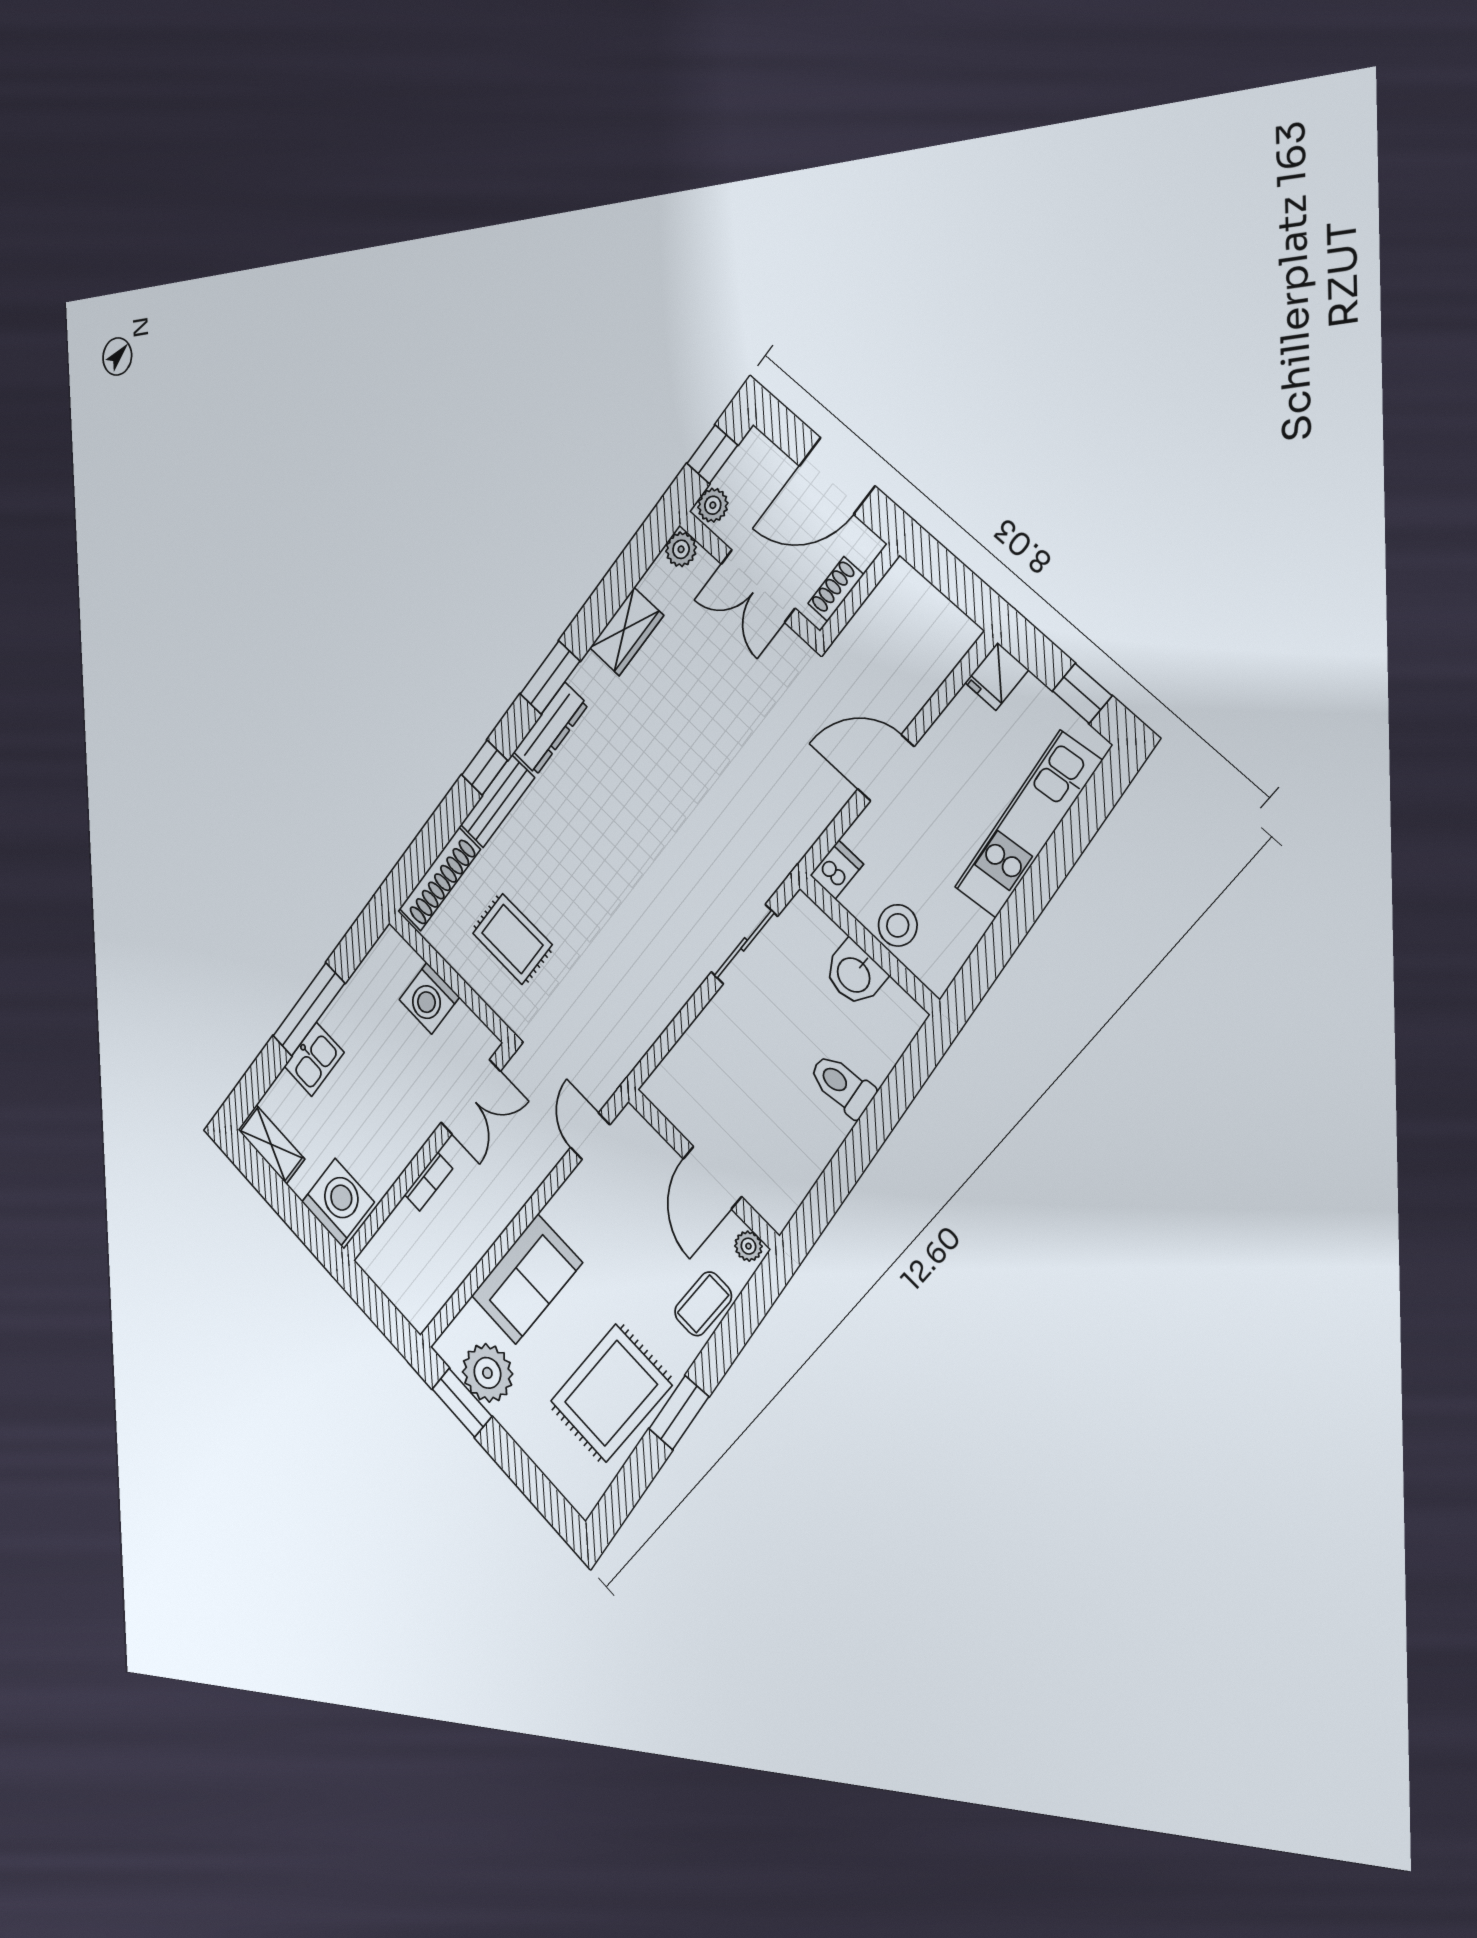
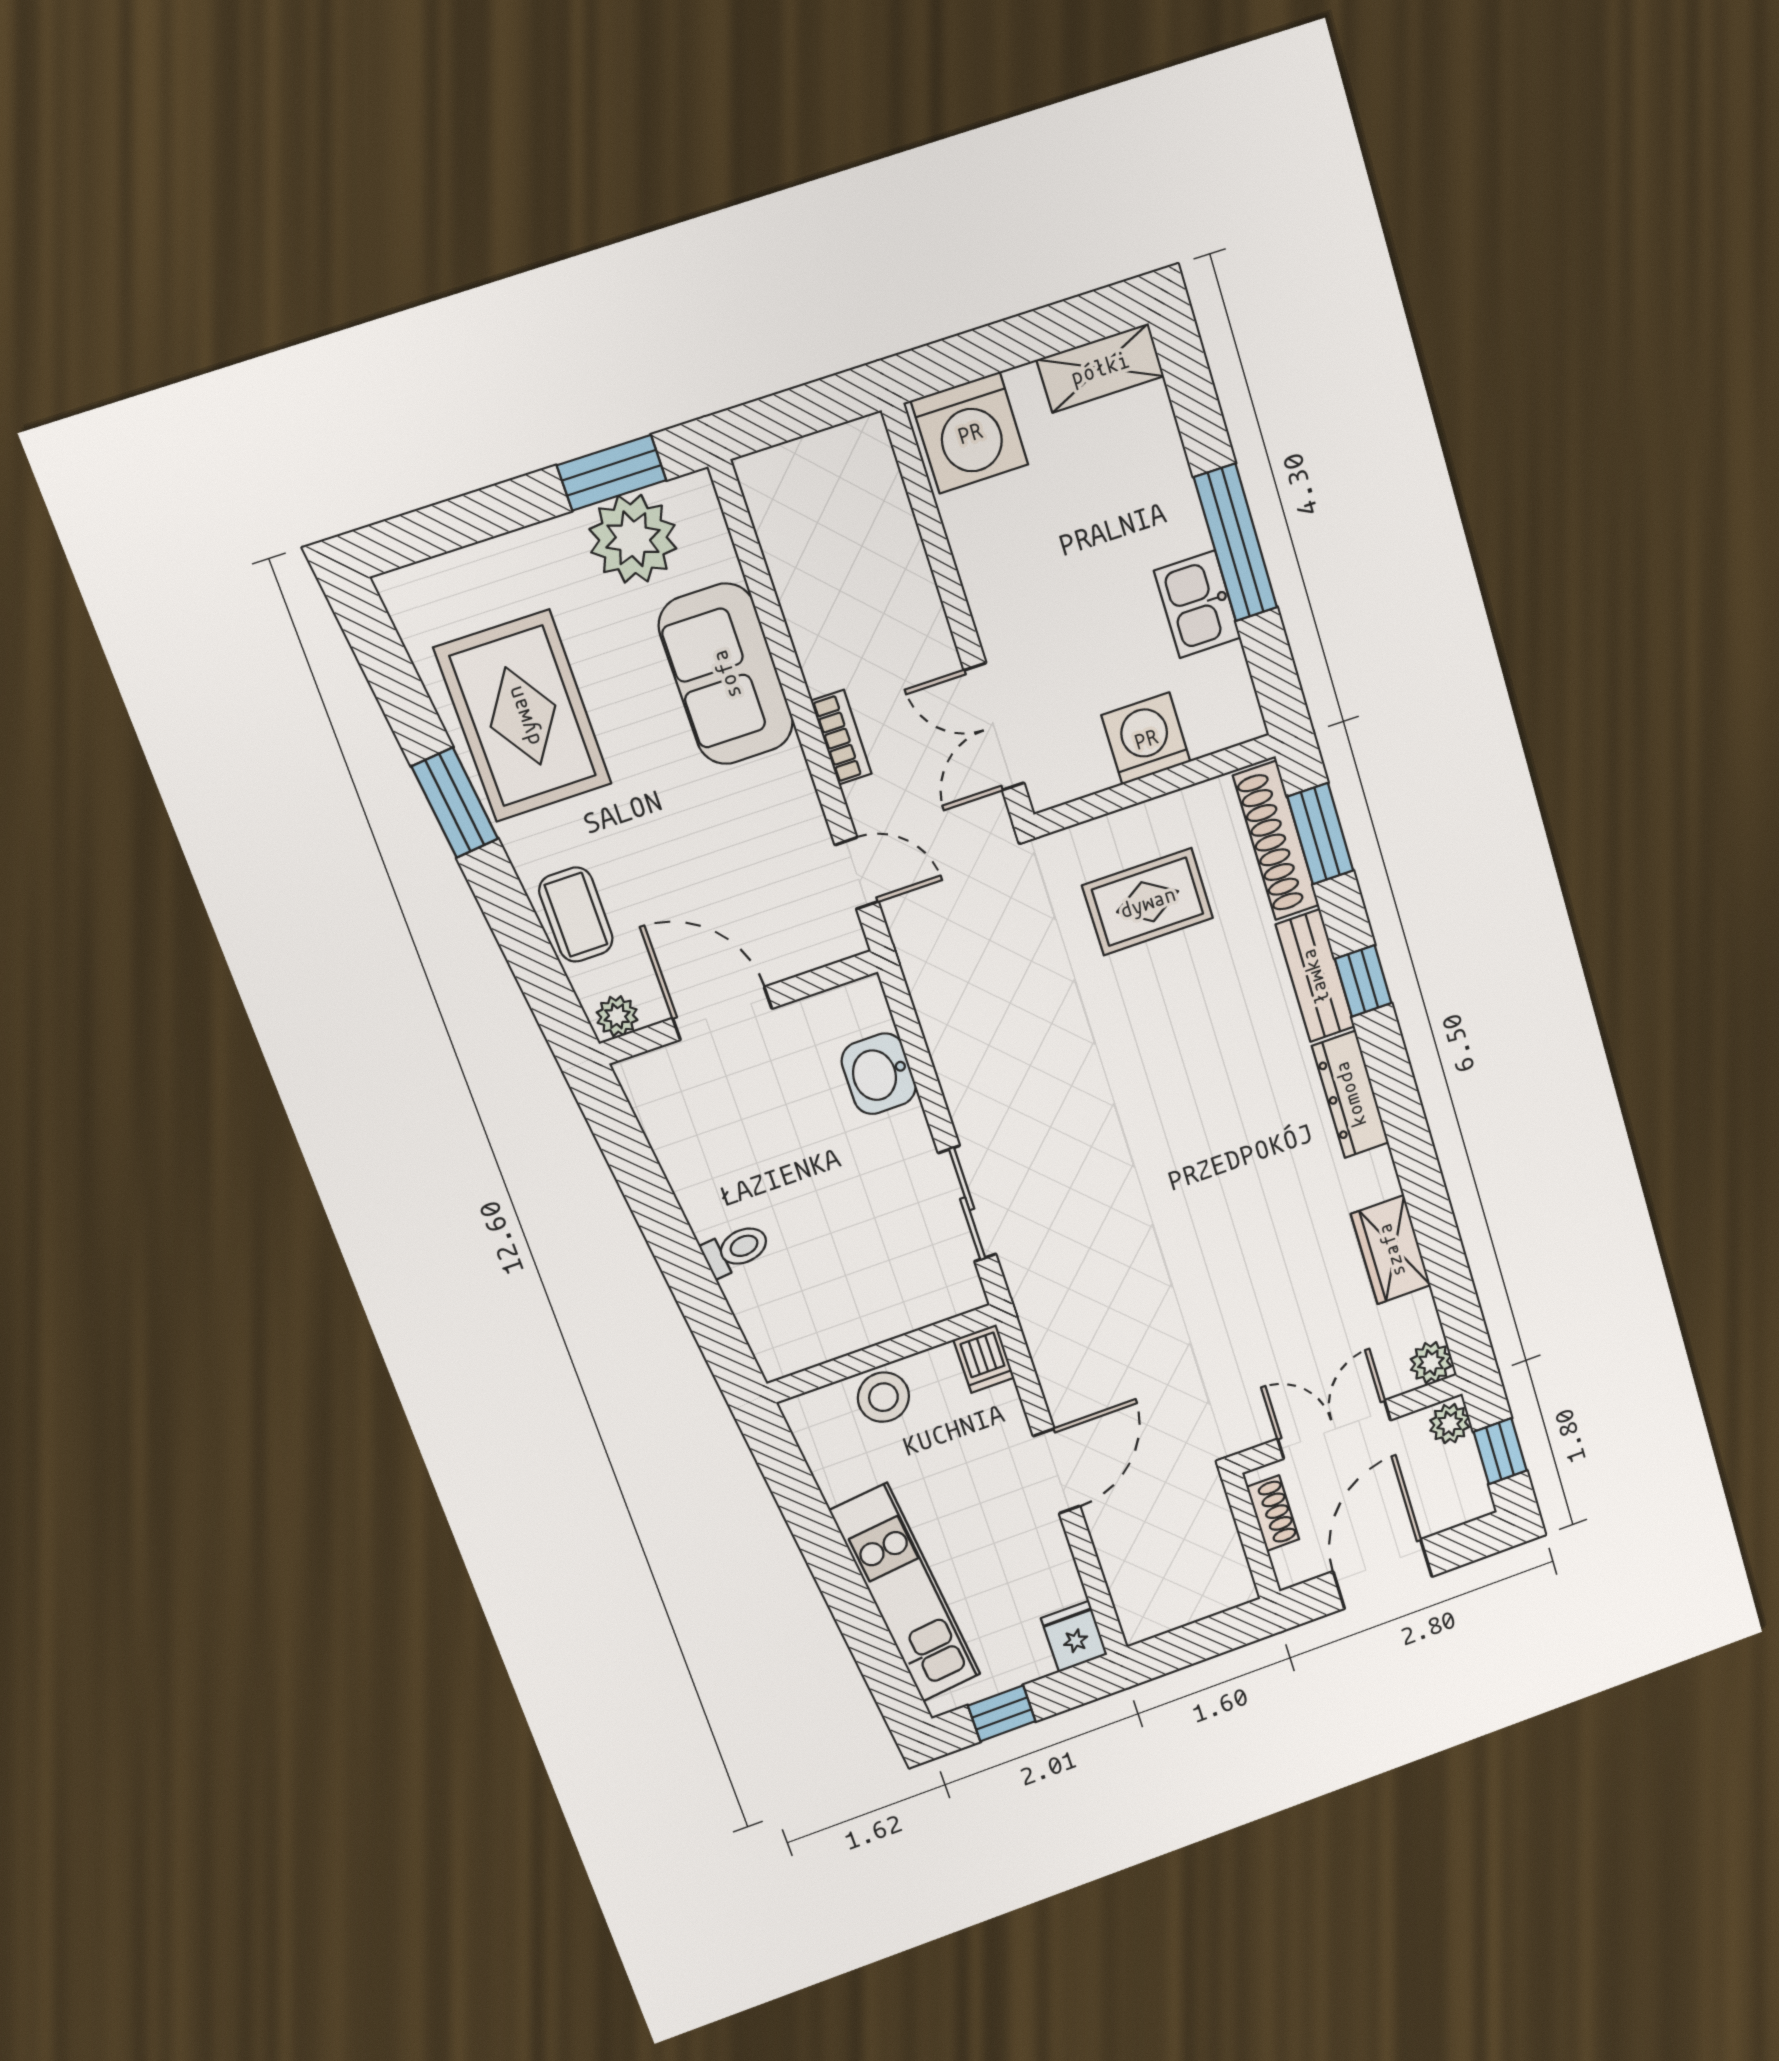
window: (550, 678) -> (1320, 834), moved
washbasin: (854, 974) -> (879, 1074), moved, turned -90
kitchen sink: (314, 1059) -> (1197, 604), moved
toilet: (842, 1085) -> (736, 1250), width x0.73, depth x0.72
bookcase: (428, 1182) -> (841, 737), moved, turned 180

